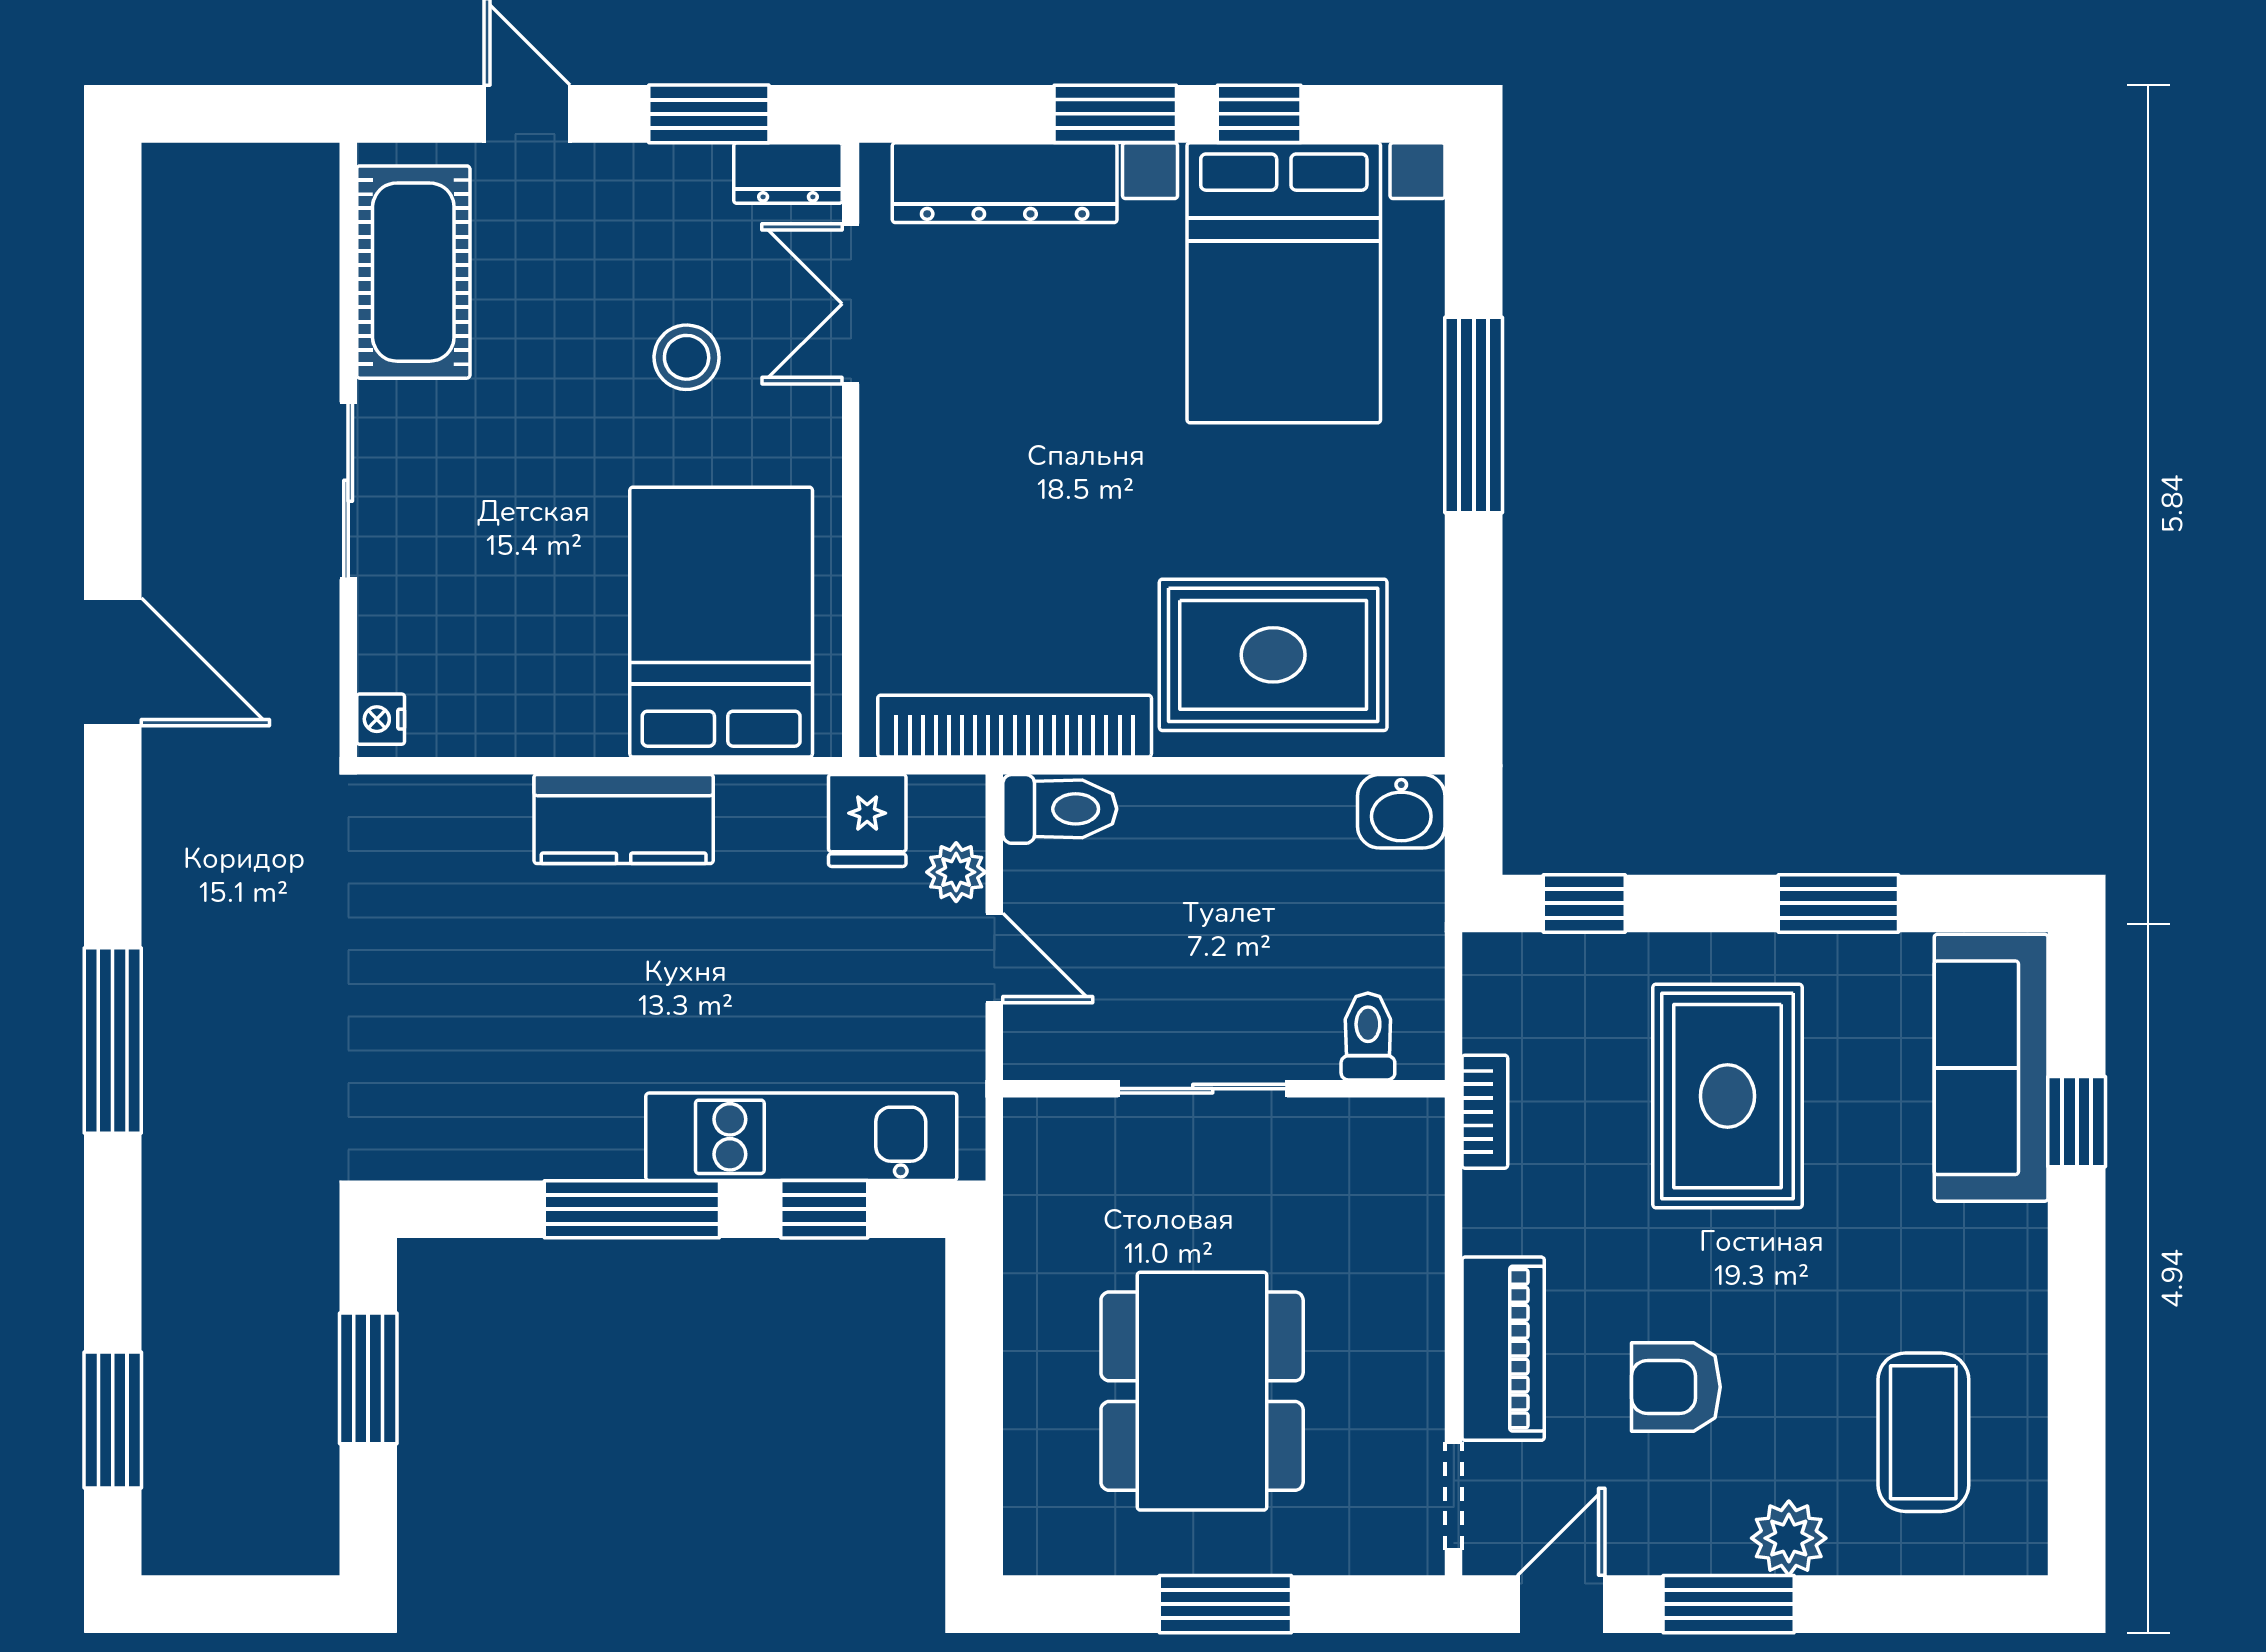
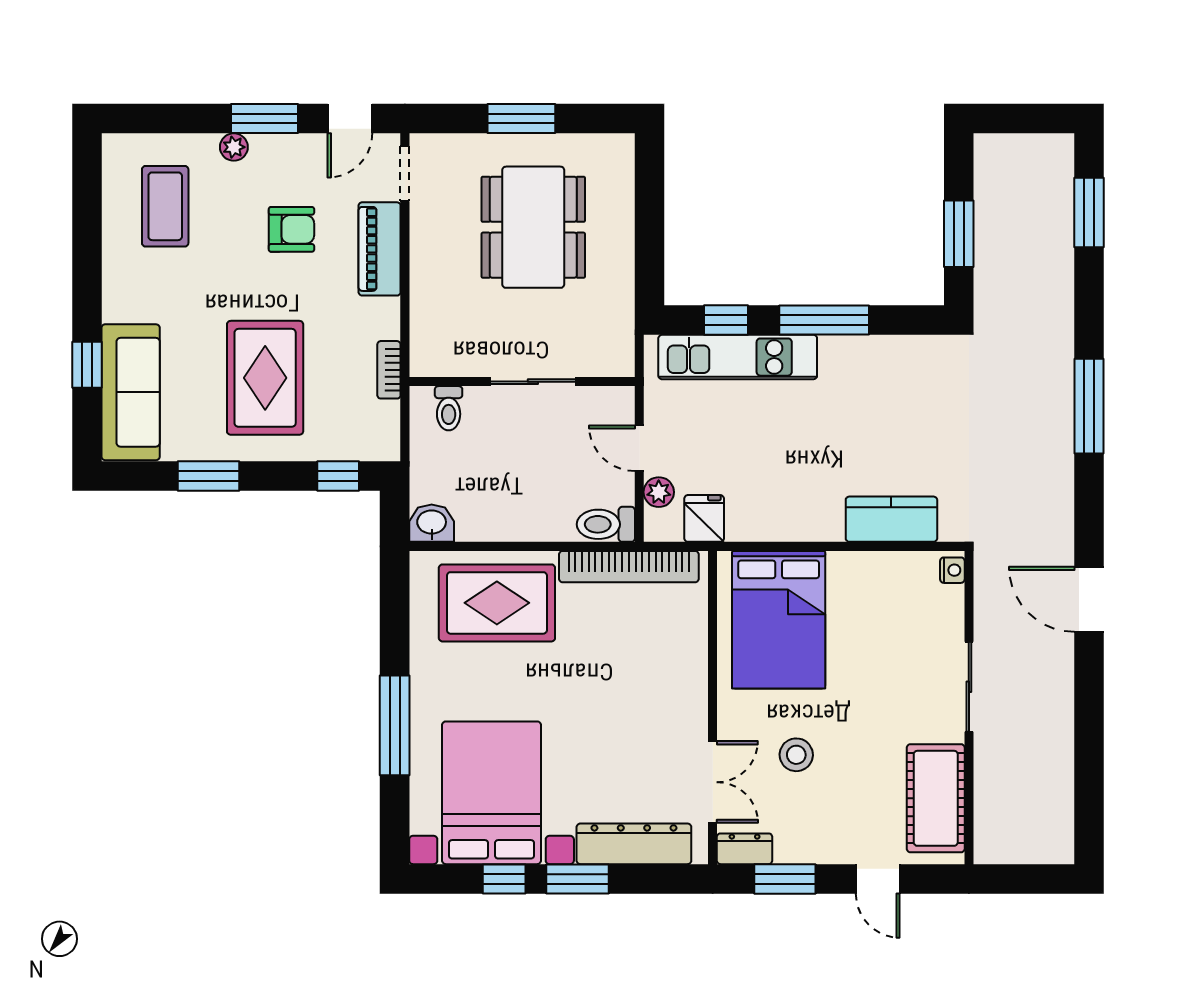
kitchen counter: (624, 819) -> (891, 519), moved
plant: (1789, 1538) -> (234, 147), width x0.73, depth x0.73

